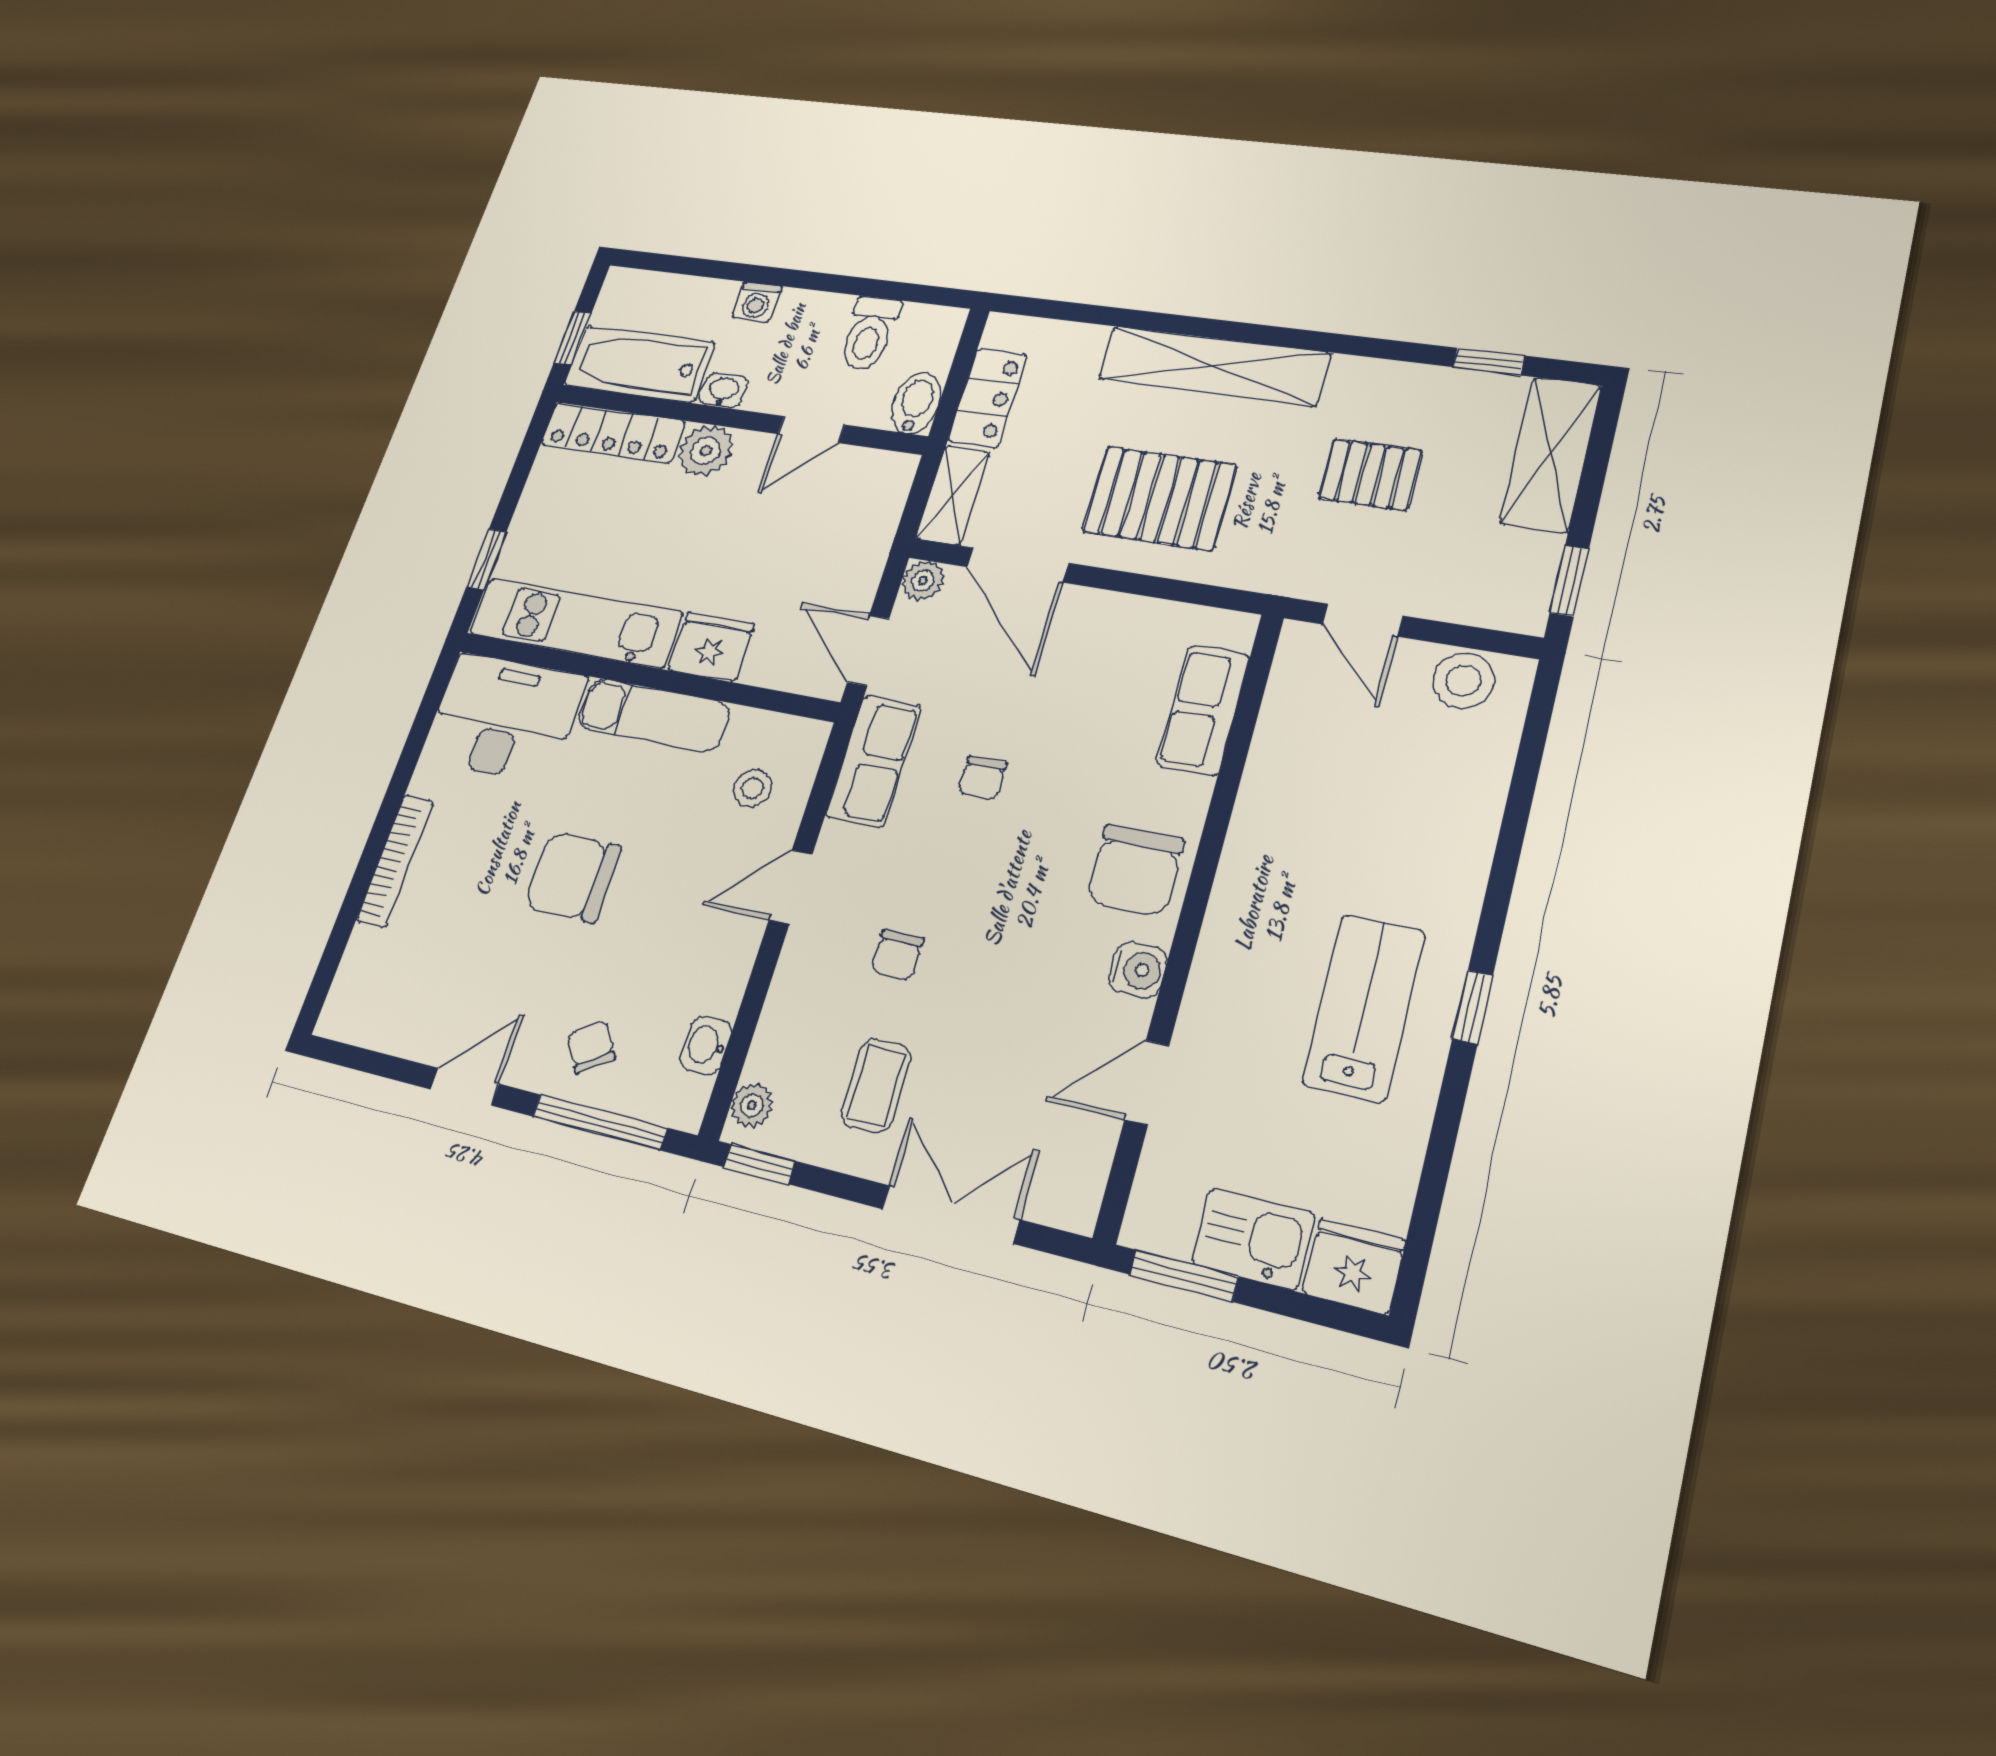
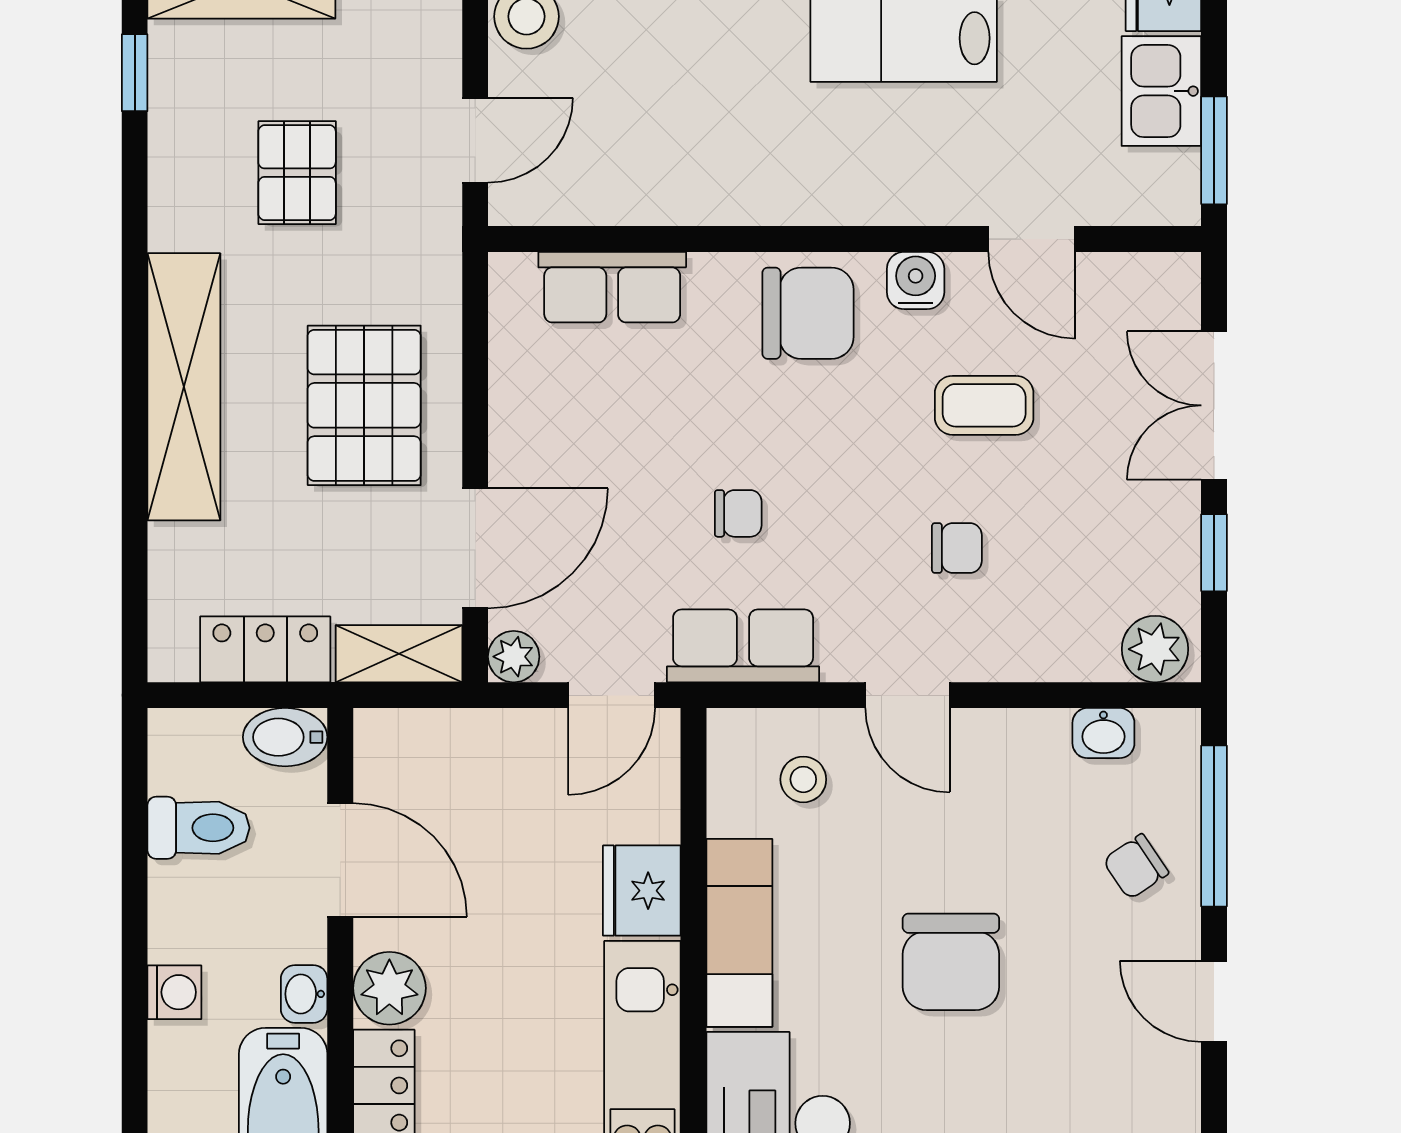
door: (811, 429) -> (340, 860), width x1.38
coffee table: (876, 1086) -> (984, 405), moved
plant: (752, 1105) -> (1155, 649), width x1.38, depth x1.38
window: (759, 1164) -> (1214, 553), moved

